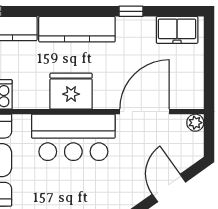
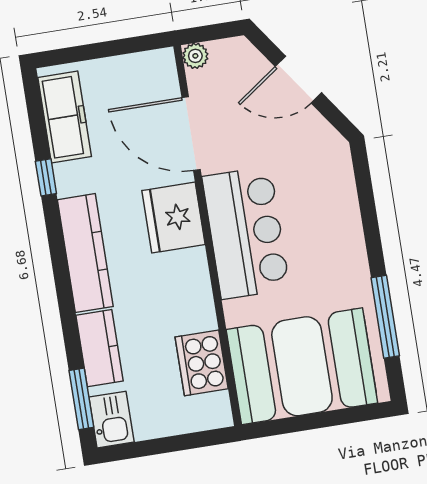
freezer: (177, 30) -> (65, 117), width x1.40
fridge: (71, 91) -> (173, 218), moved

